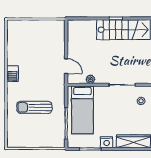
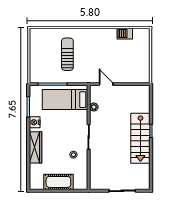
door: (66, 66) -> (106, 84), swing flipped
barbecue: (12, 74) -> (125, 34), moved

